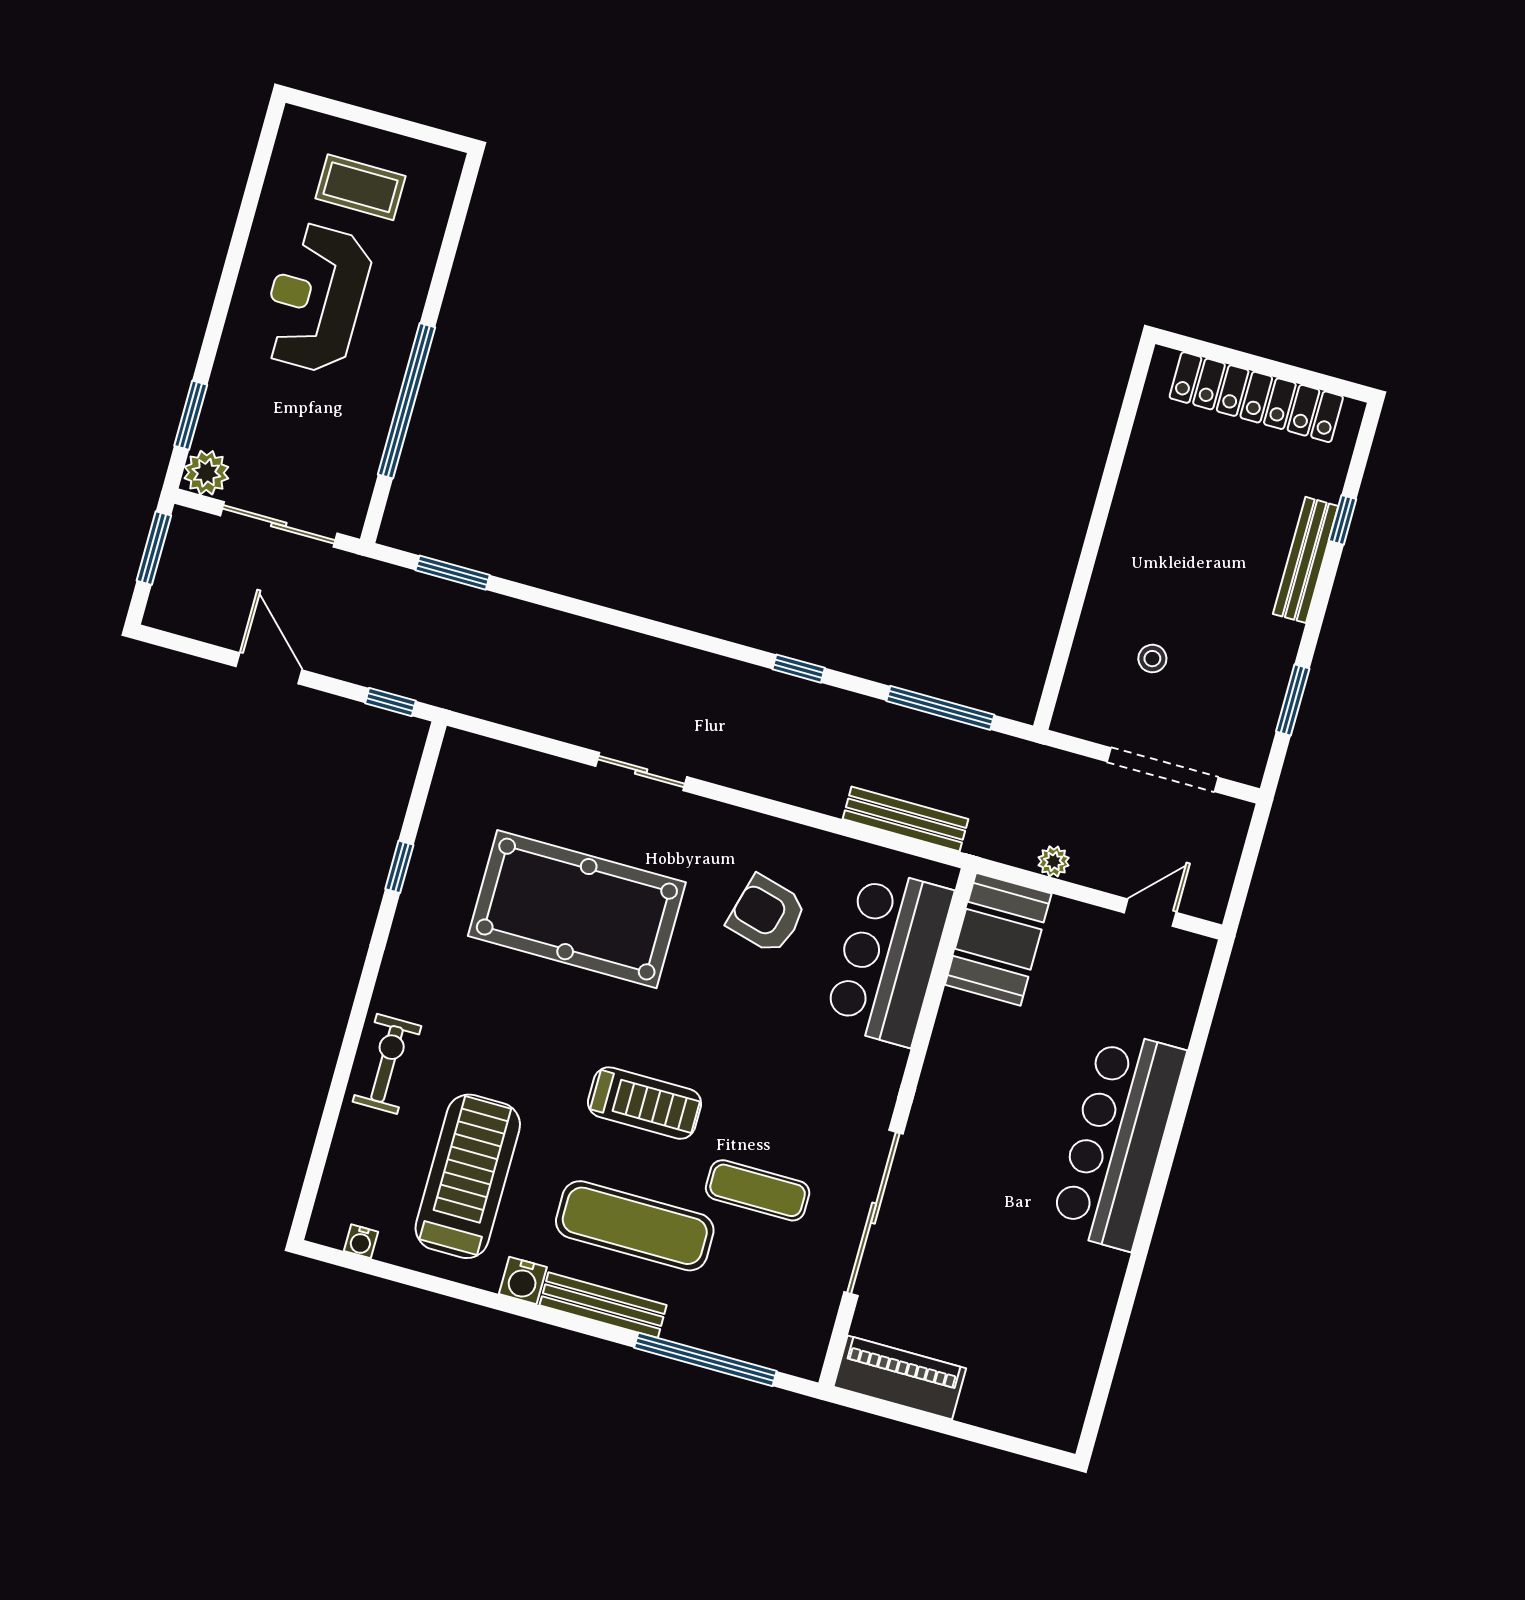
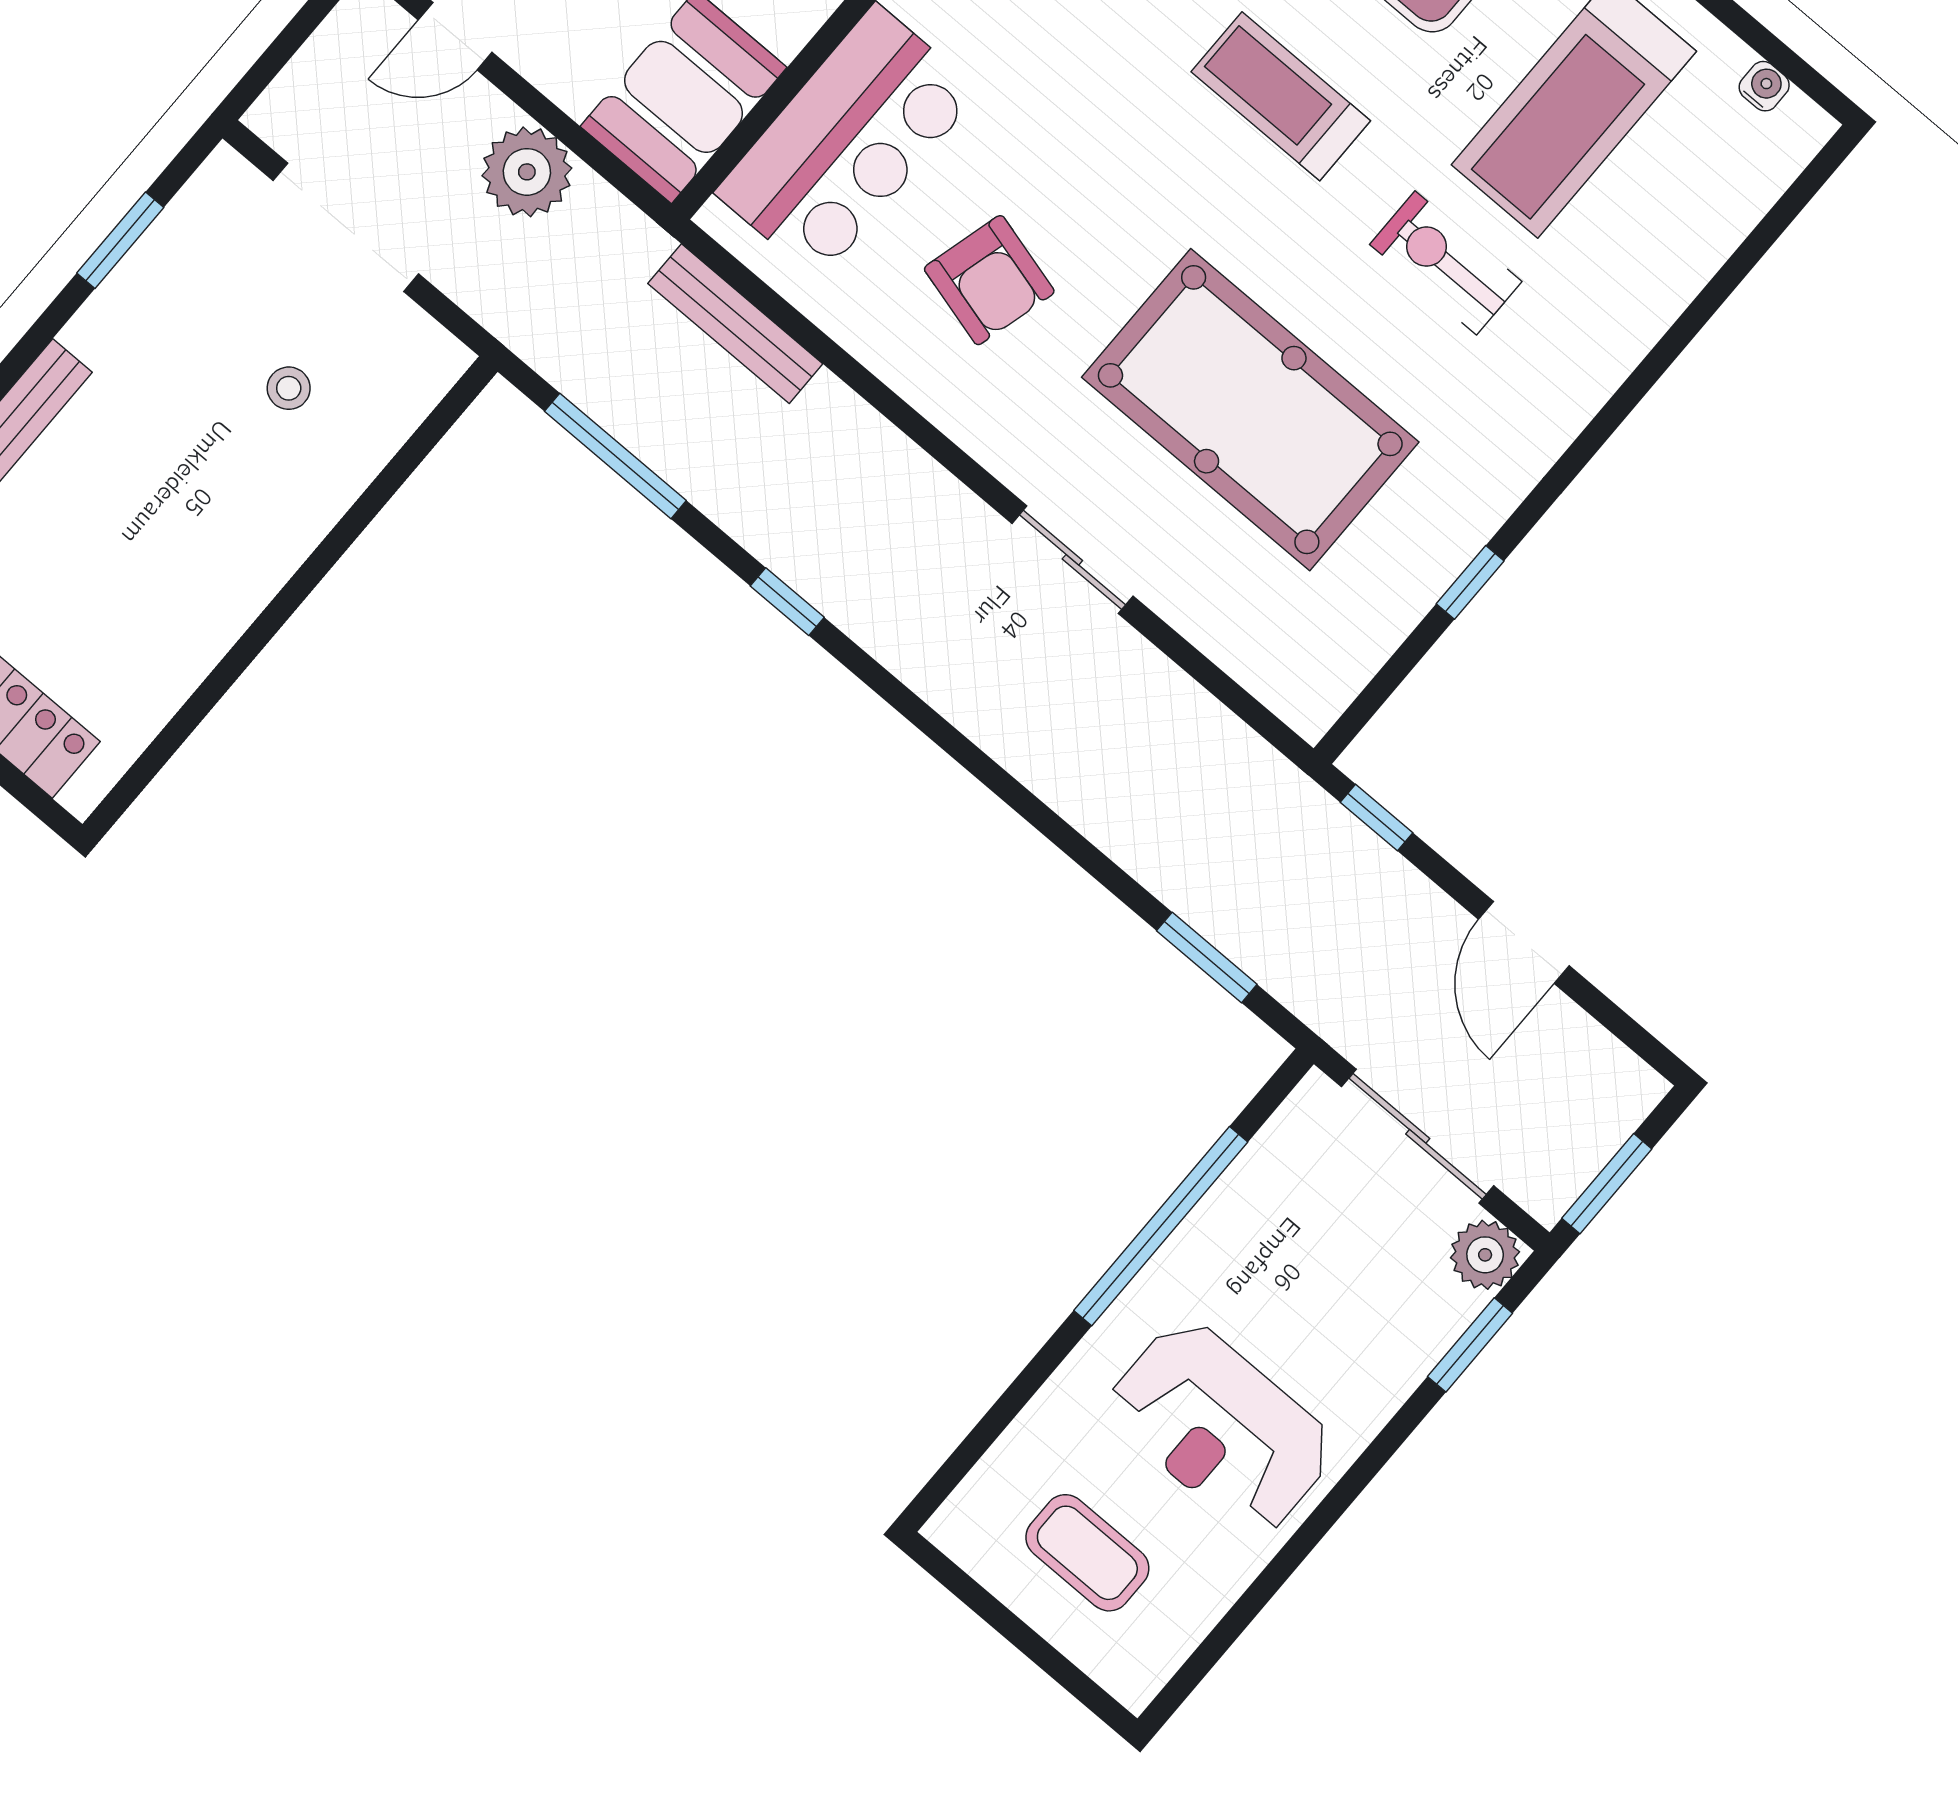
reception desk: (316, 298) -> (1221, 1428), turned 90
plant: (1054, 861) -> (527, 172), width x1.88, depth x1.88
exercise bike: (387, 1064) -> (1446, 263), moved, turned 90

